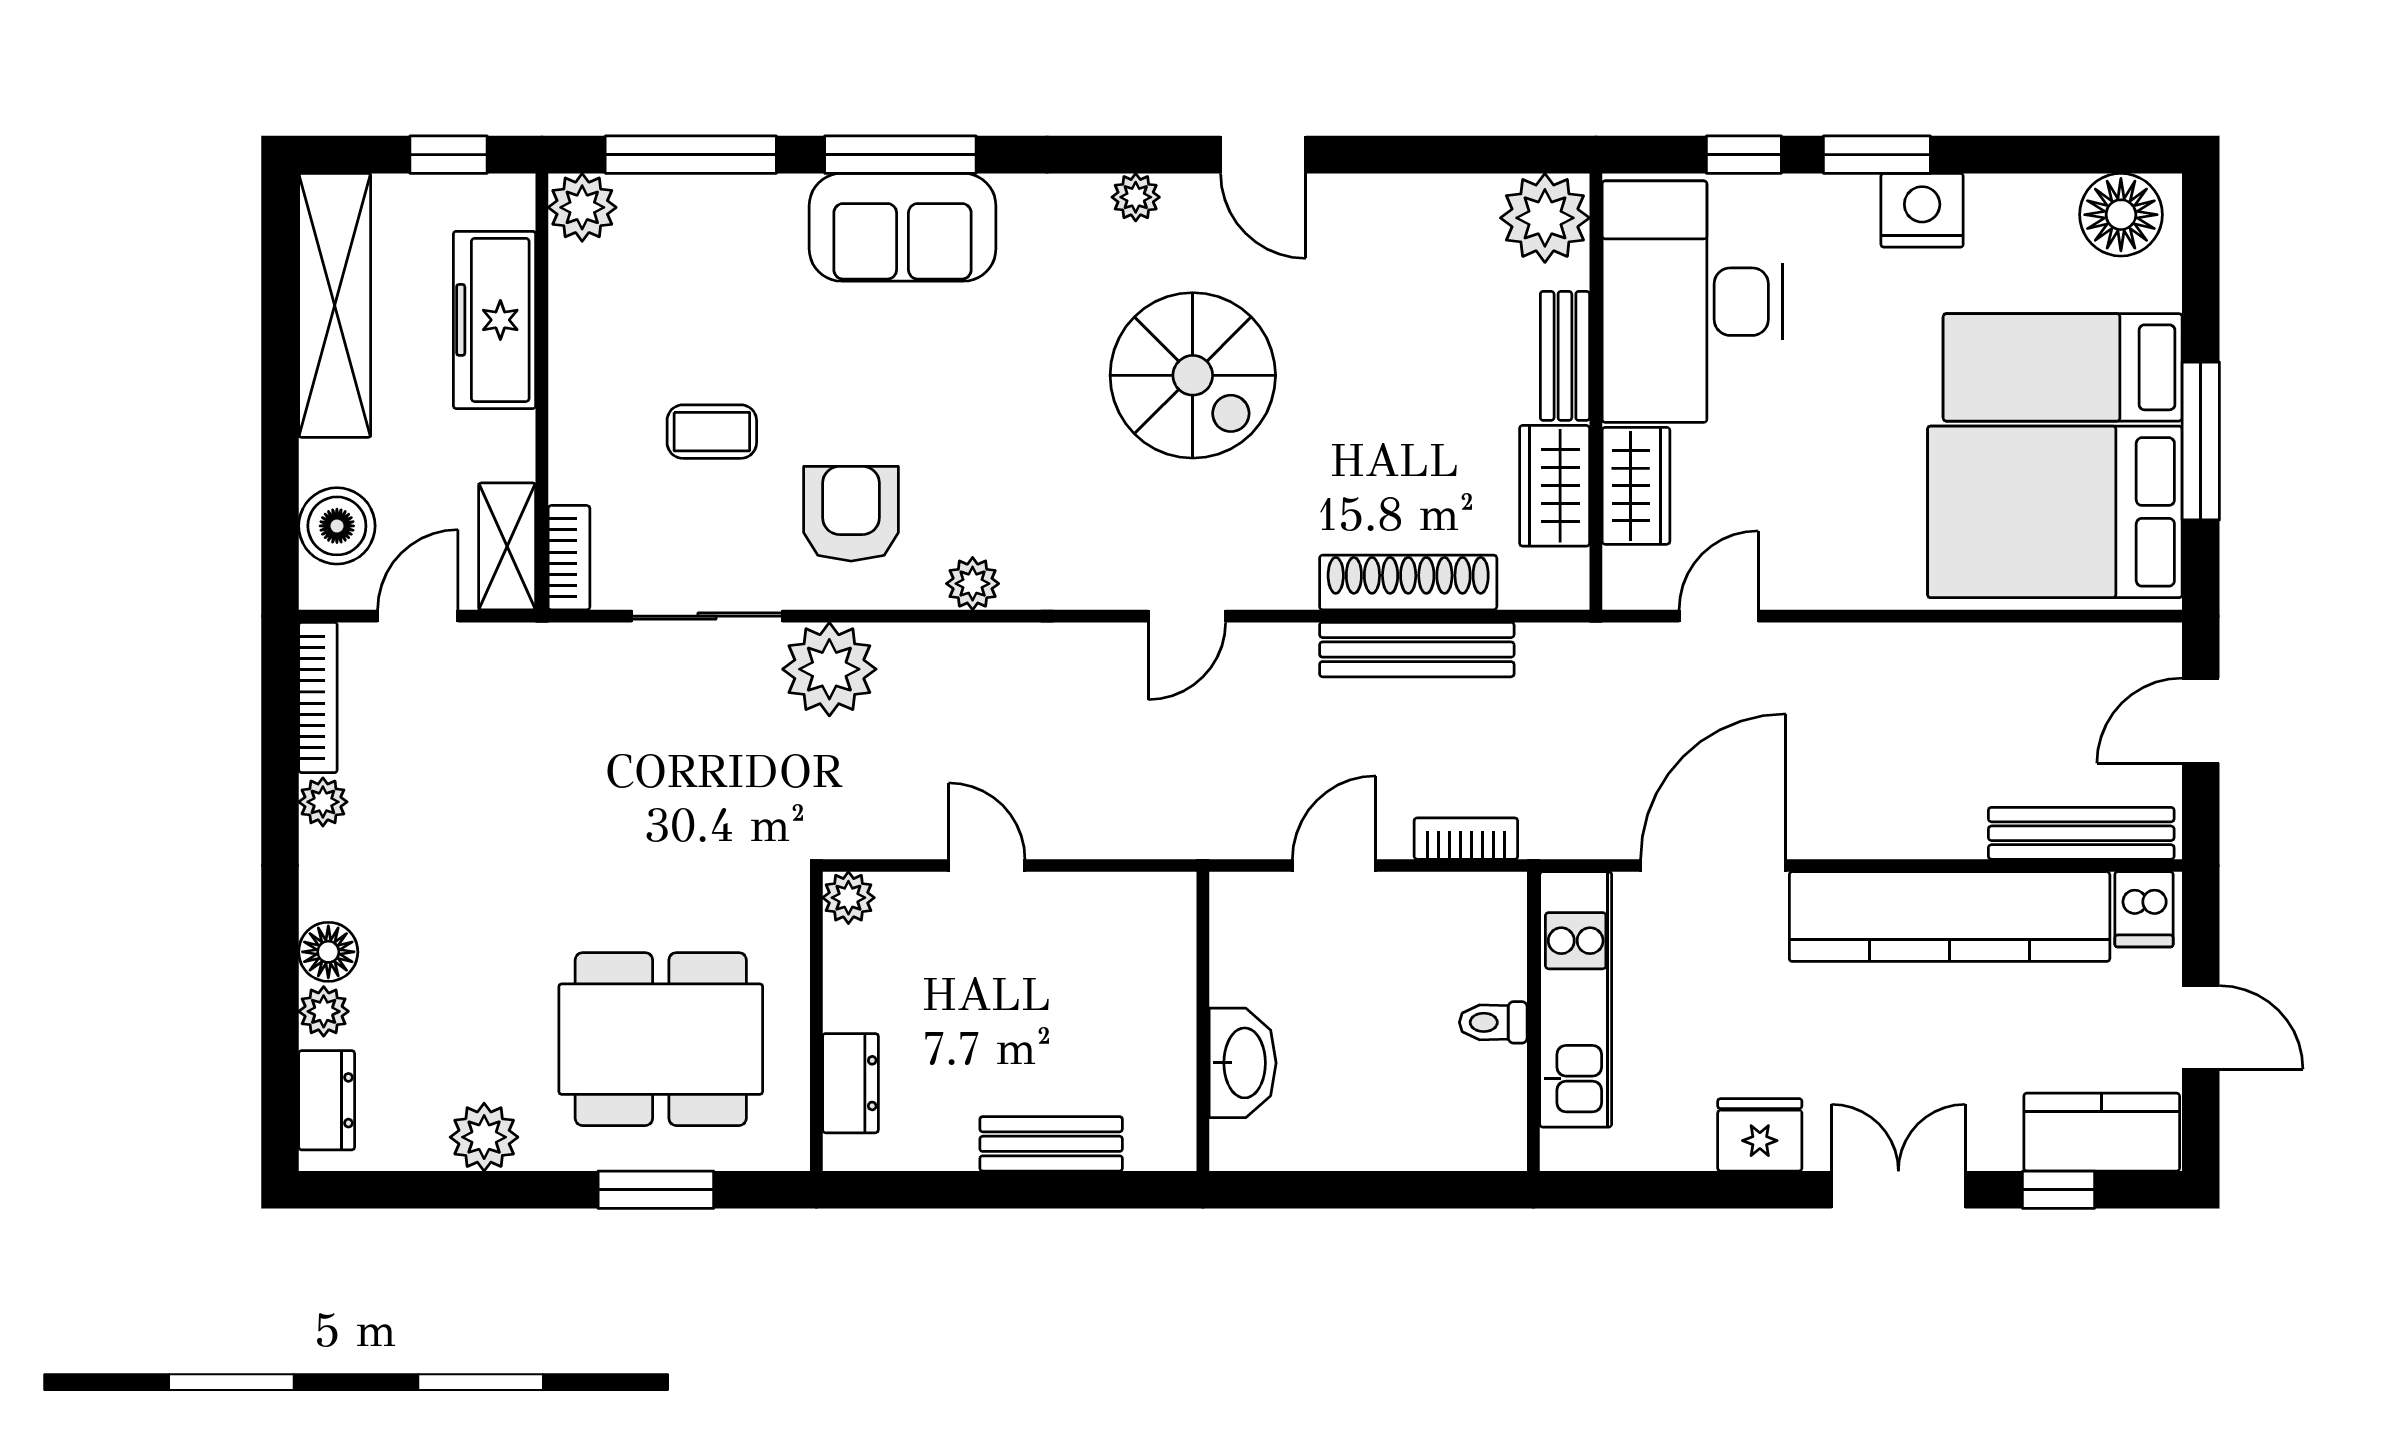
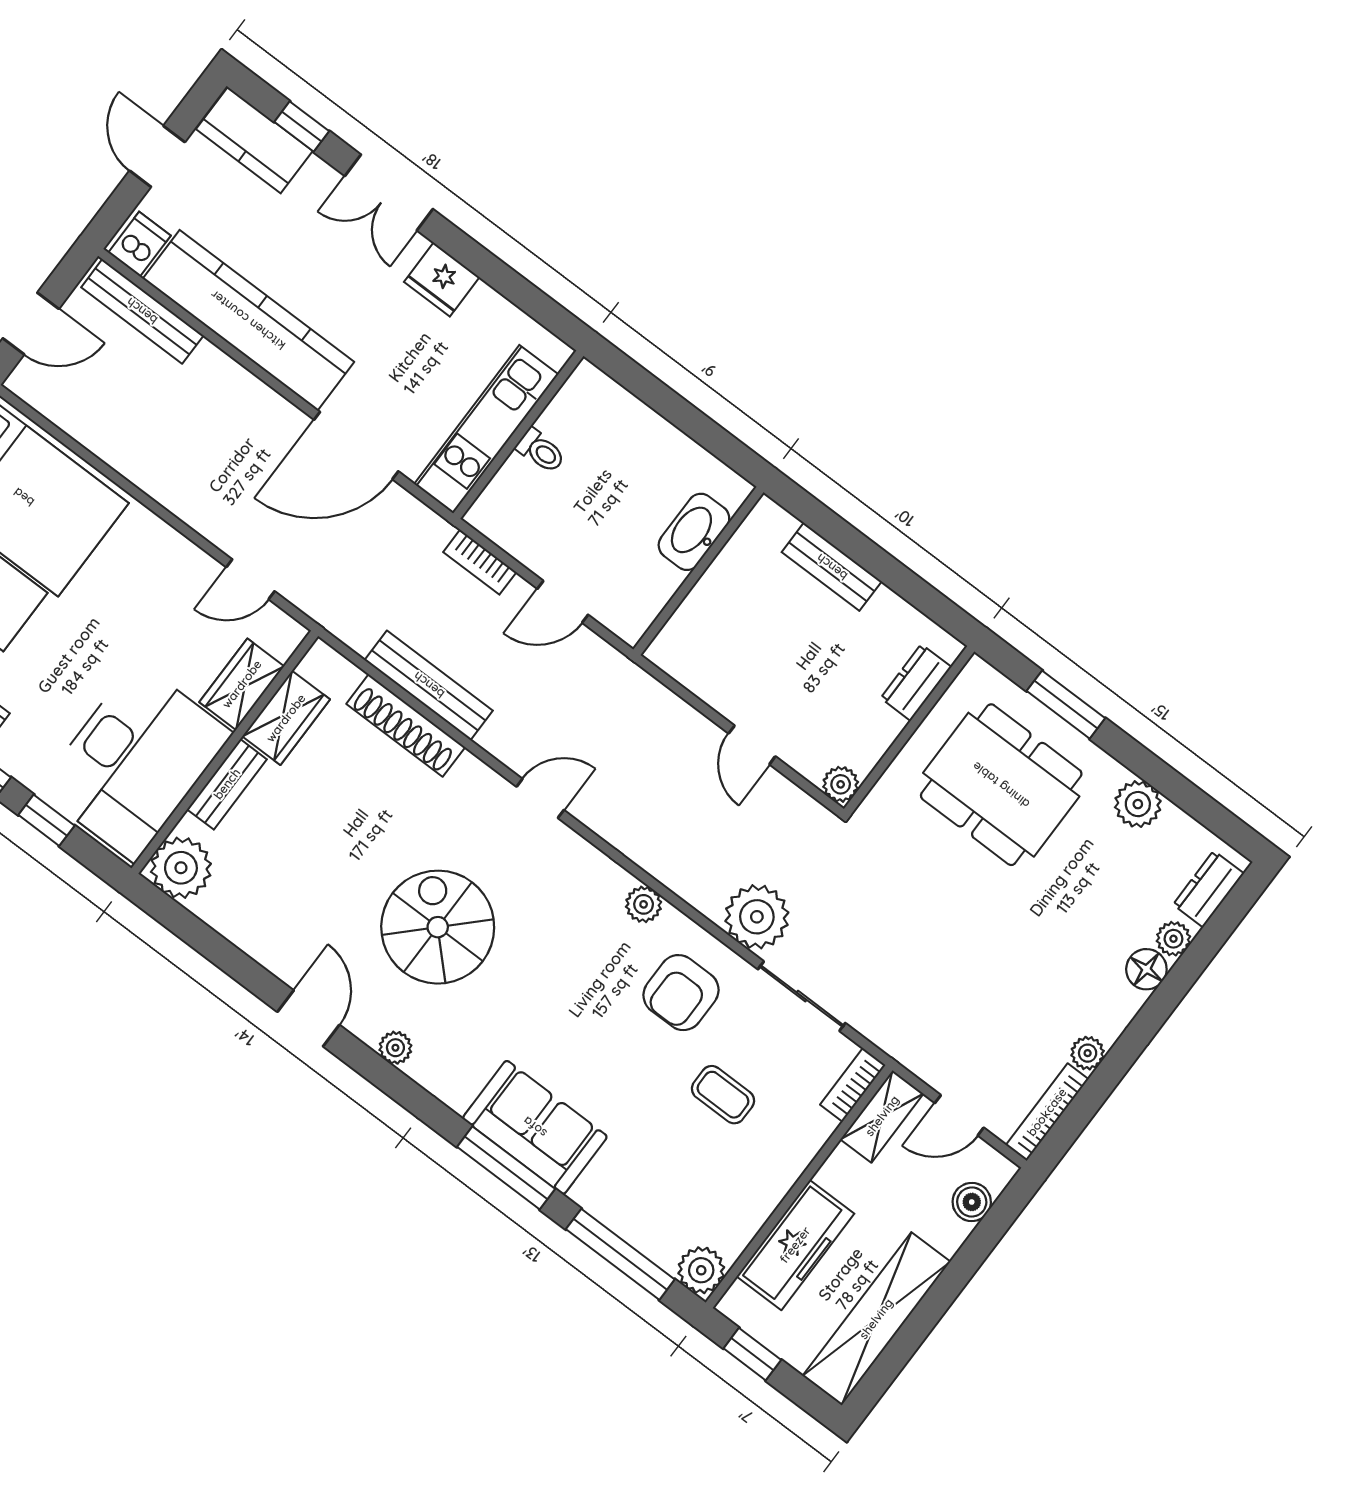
boiler: (337, 526) -> (972, 1202), width x0.73, depth x0.73

